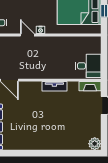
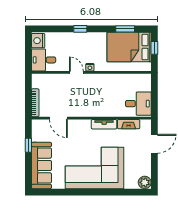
fireplace: (90, 86) -> (129, 124), moved
corner sofa: (45, 129) -> (94, 168), added

